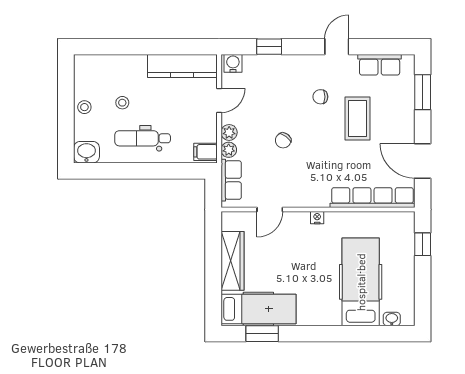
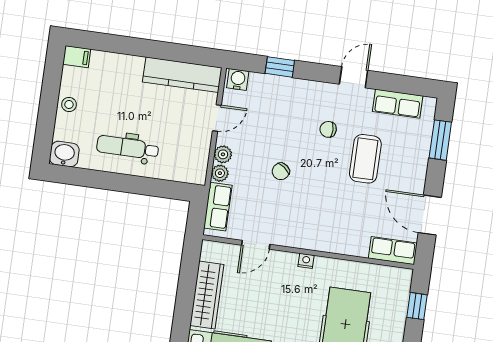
stool: (122, 103) -> (111, 105), removed
filing cabinet: (206, 152) -> (77, 57), moved, turned 180
row of seats: (373, 198) -> (393, 251), width x0.50

